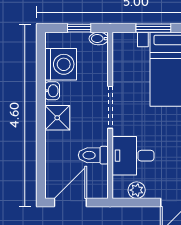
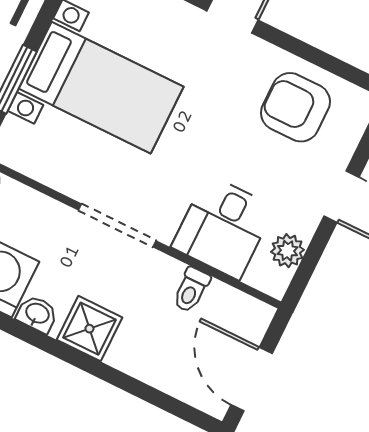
toilet: (93, 155) -> (191, 290), width x0.73, depth x0.72

